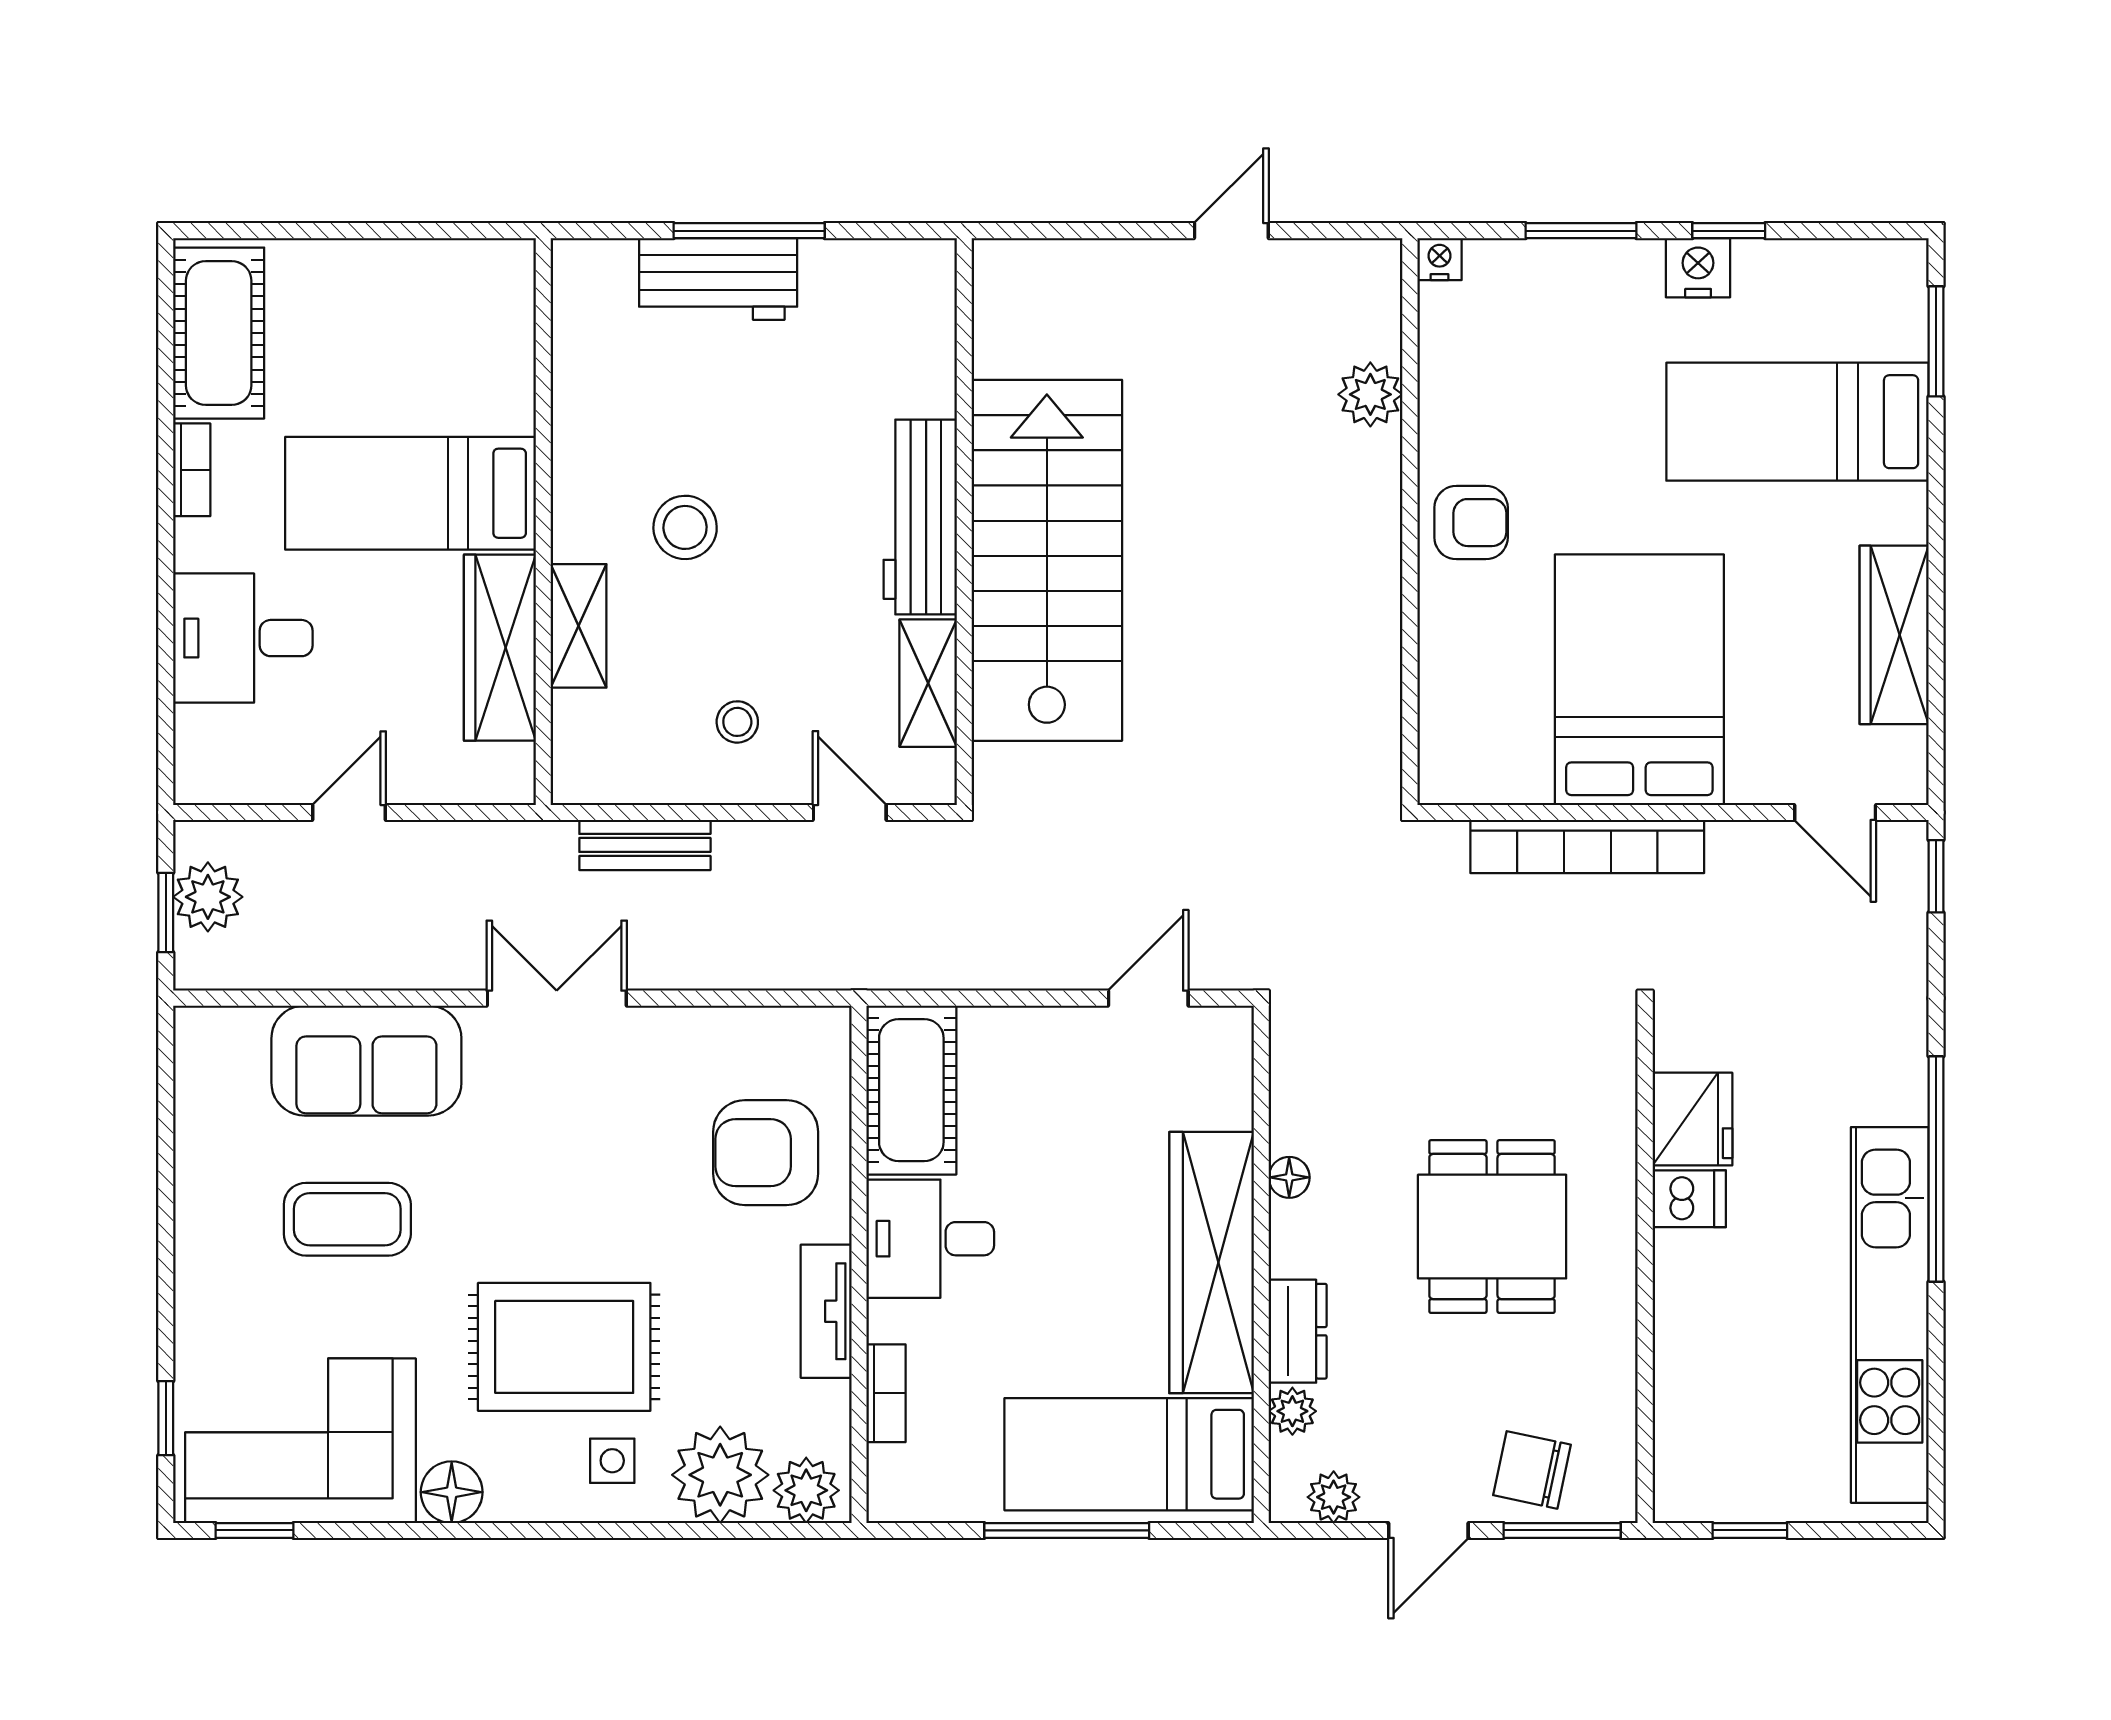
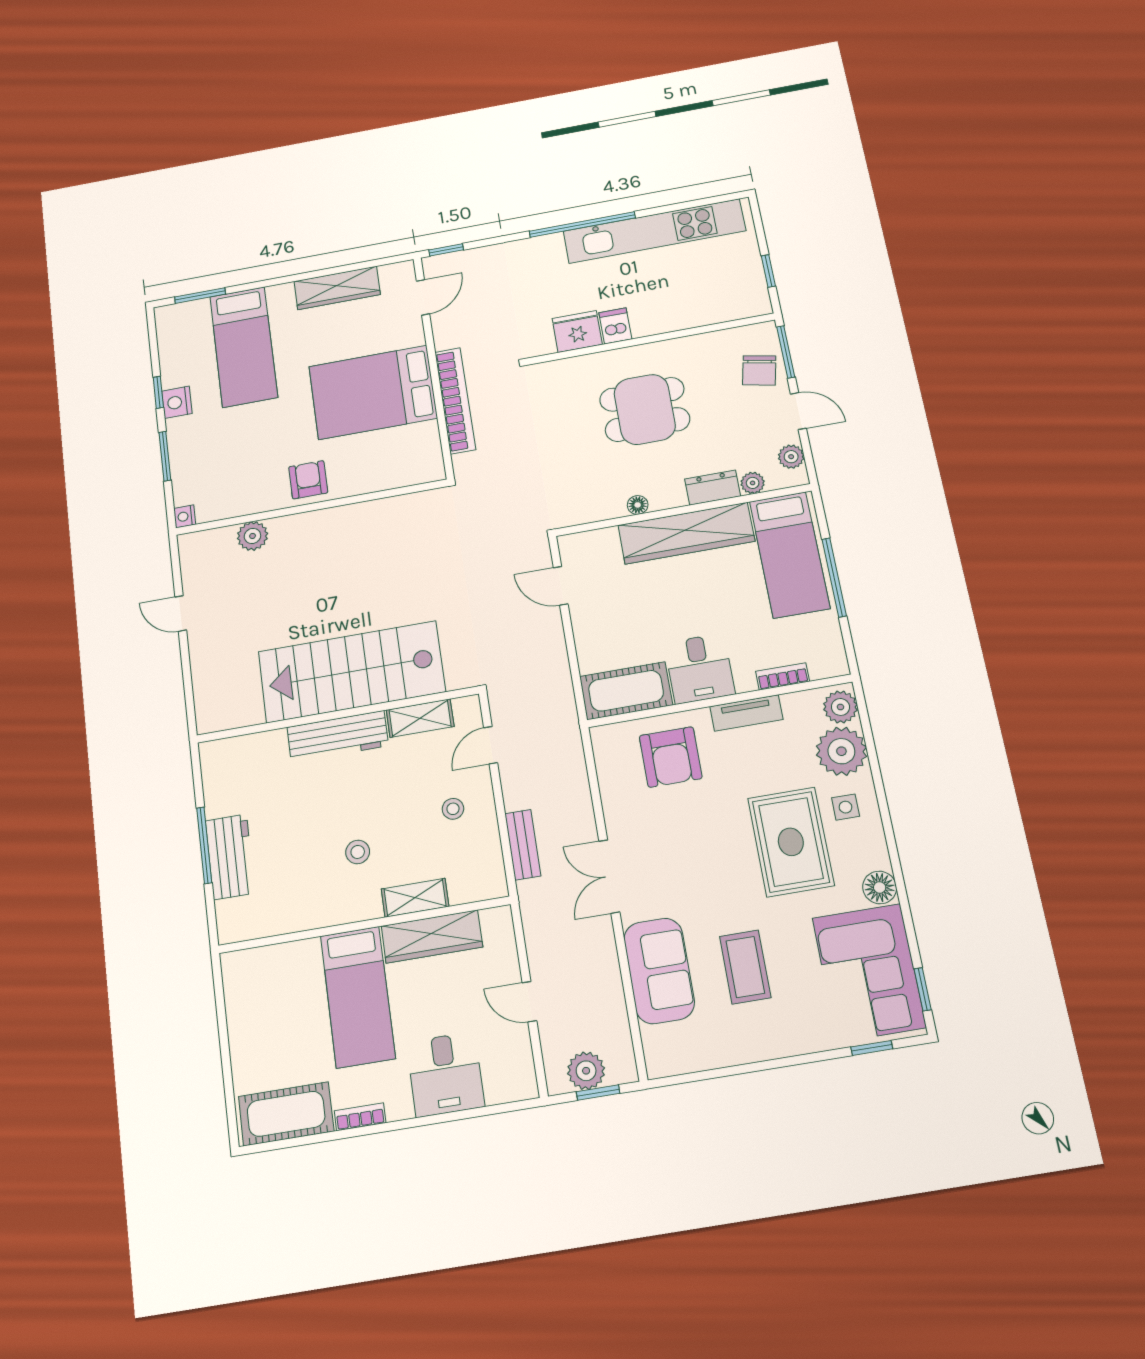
stool: (685, 527) -> (358, 852), width x0.73, depth x0.73

